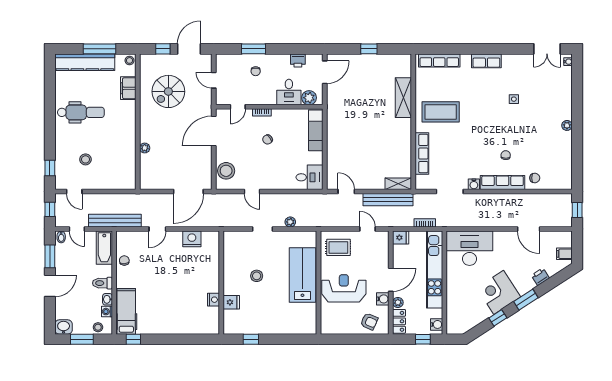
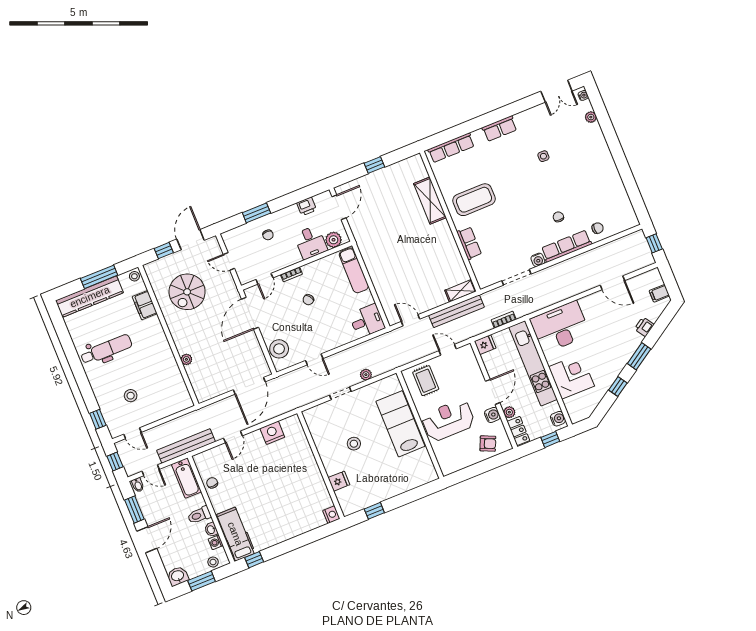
plant: (567, 125) -> (591, 117), moved
row of seats: (422, 154) -> (469, 243), width x0.68
rug: (338, 247) -> (426, 381), turned 90
corner desk: (499, 292) -> (571, 376), moved, turned 123
nightstand: (213, 300) -> (331, 515), moved

